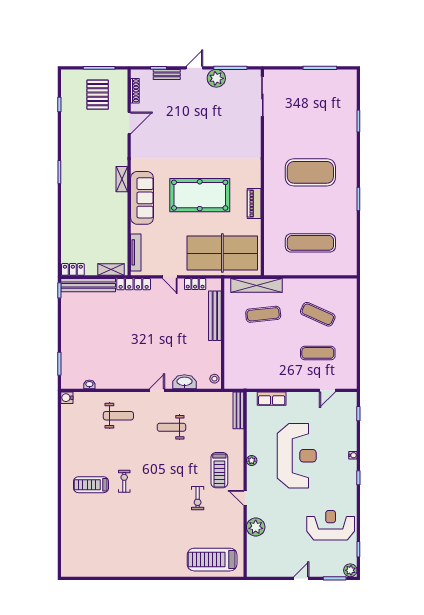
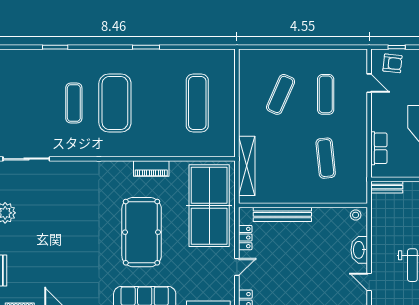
exercise mat: (310, 137) -> (74, 103), added
exercise mat: (263, 314) -> (326, 158), moved
bench: (238, 410) -> (387, 187), width x0.73
armchair: (344, 410) -> (392, 63), added

